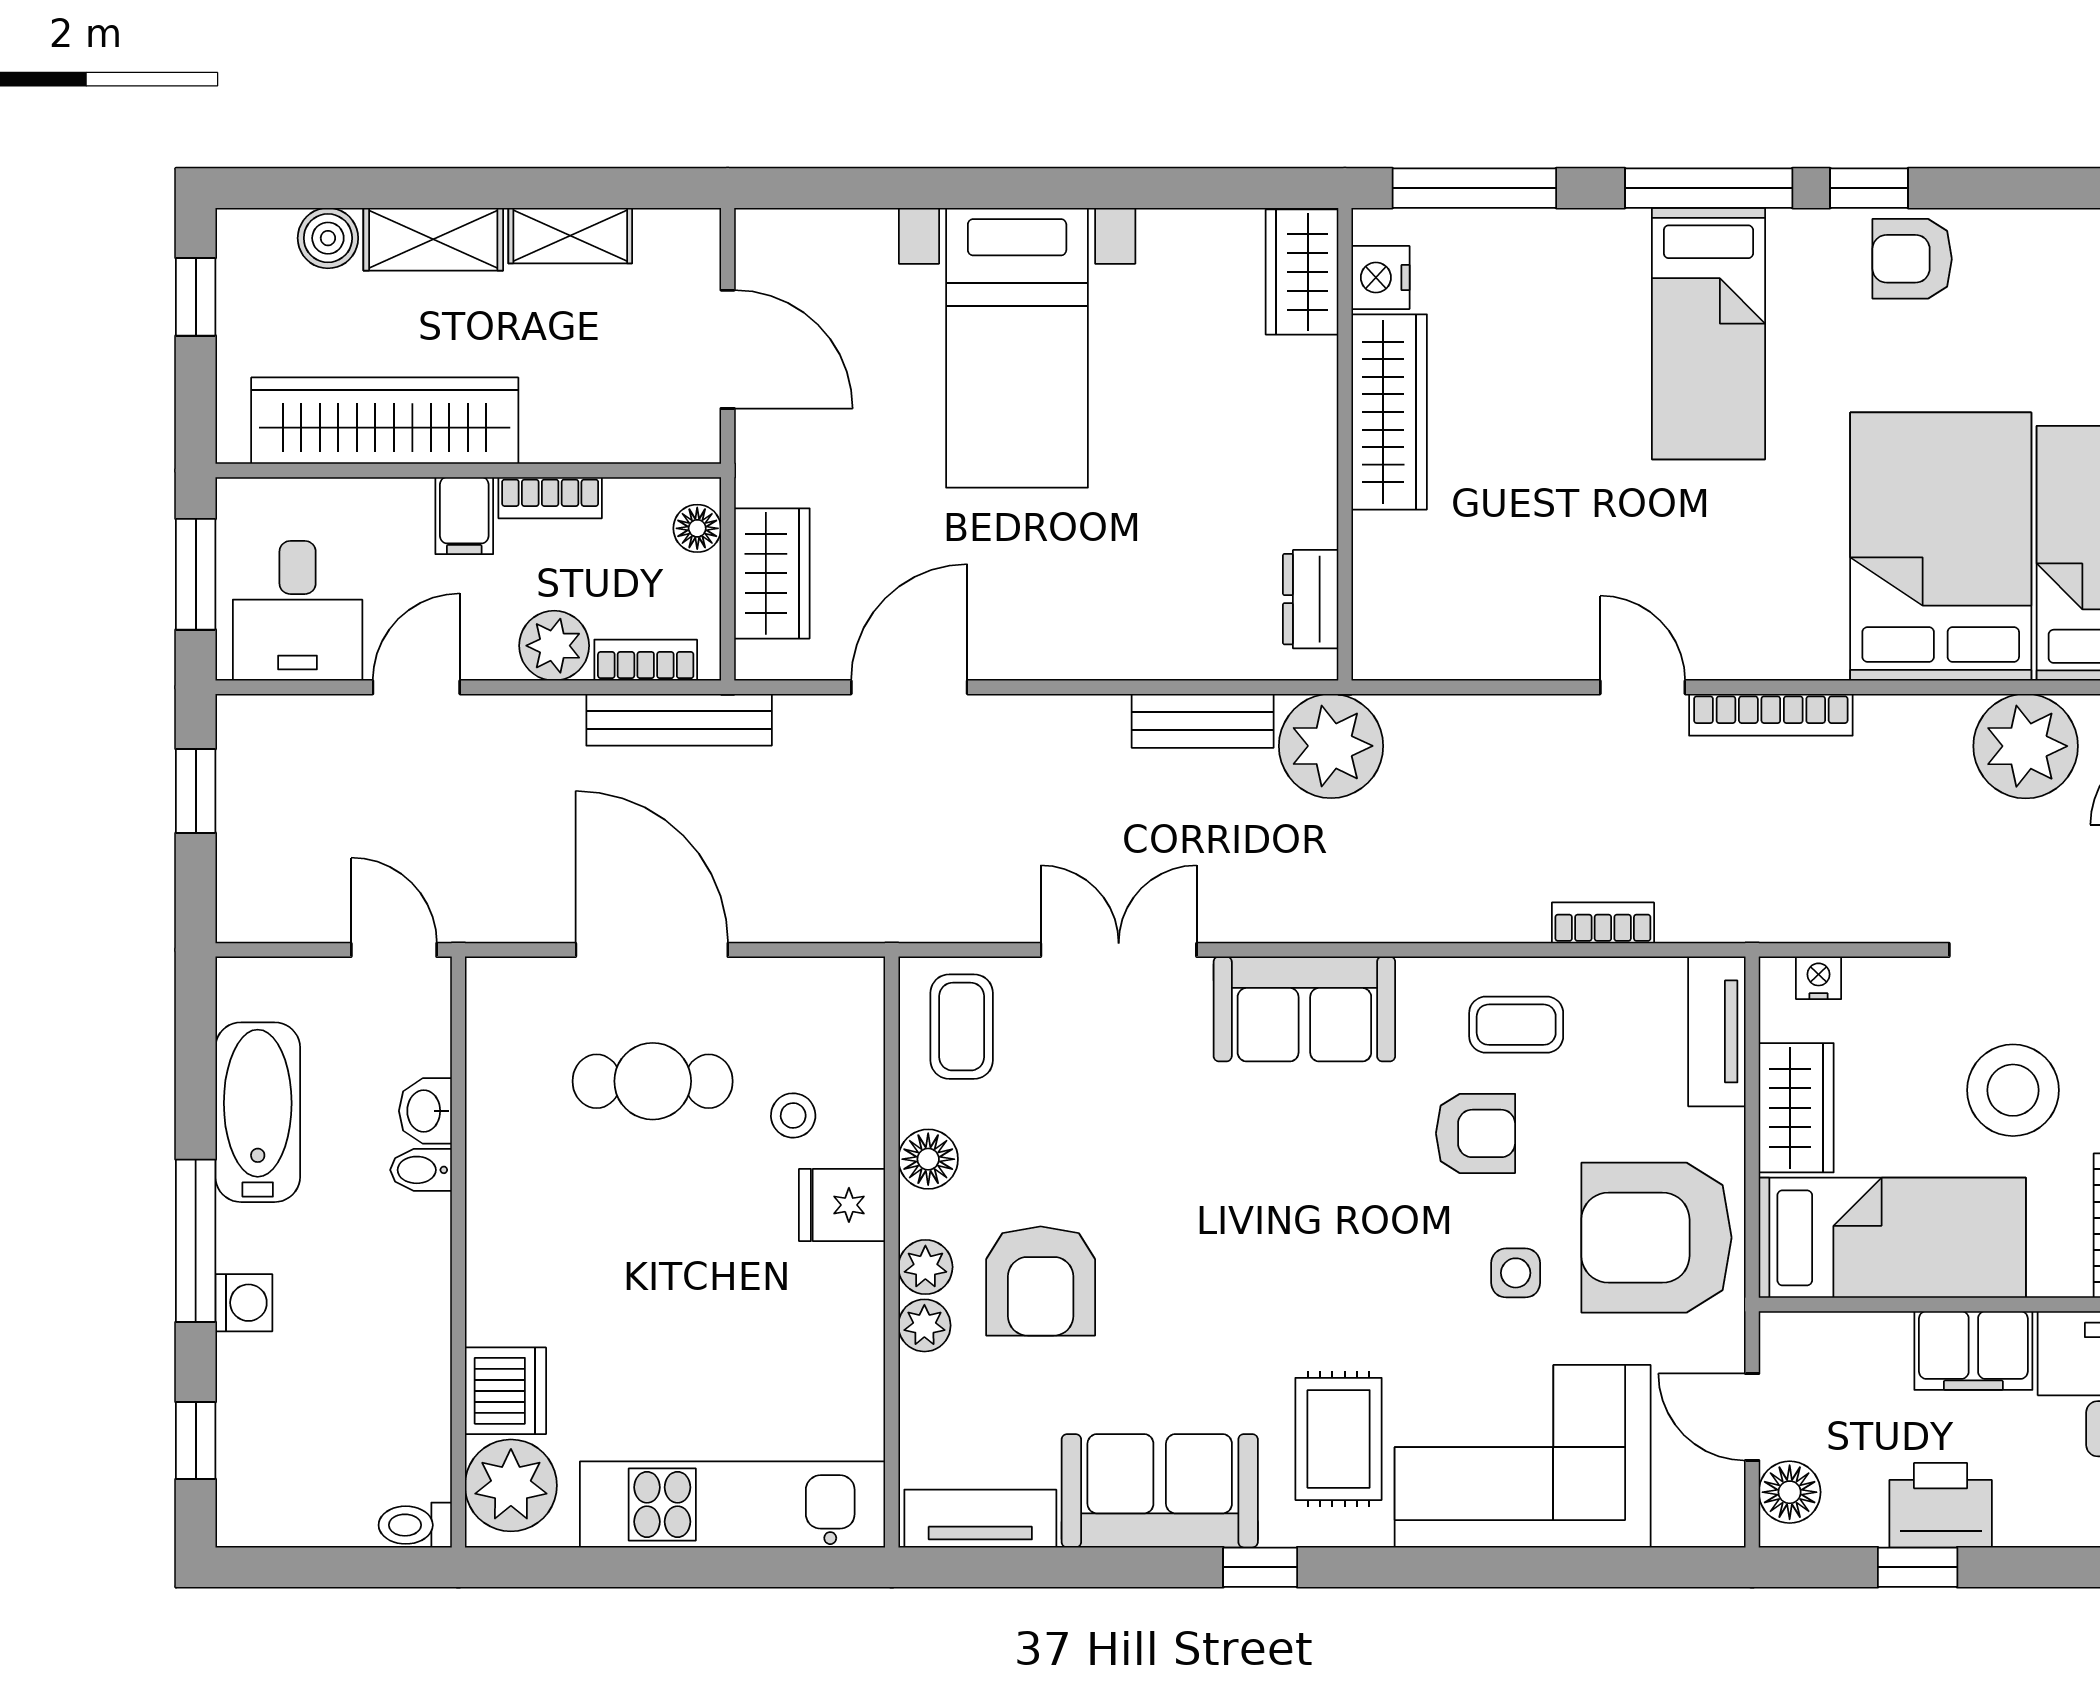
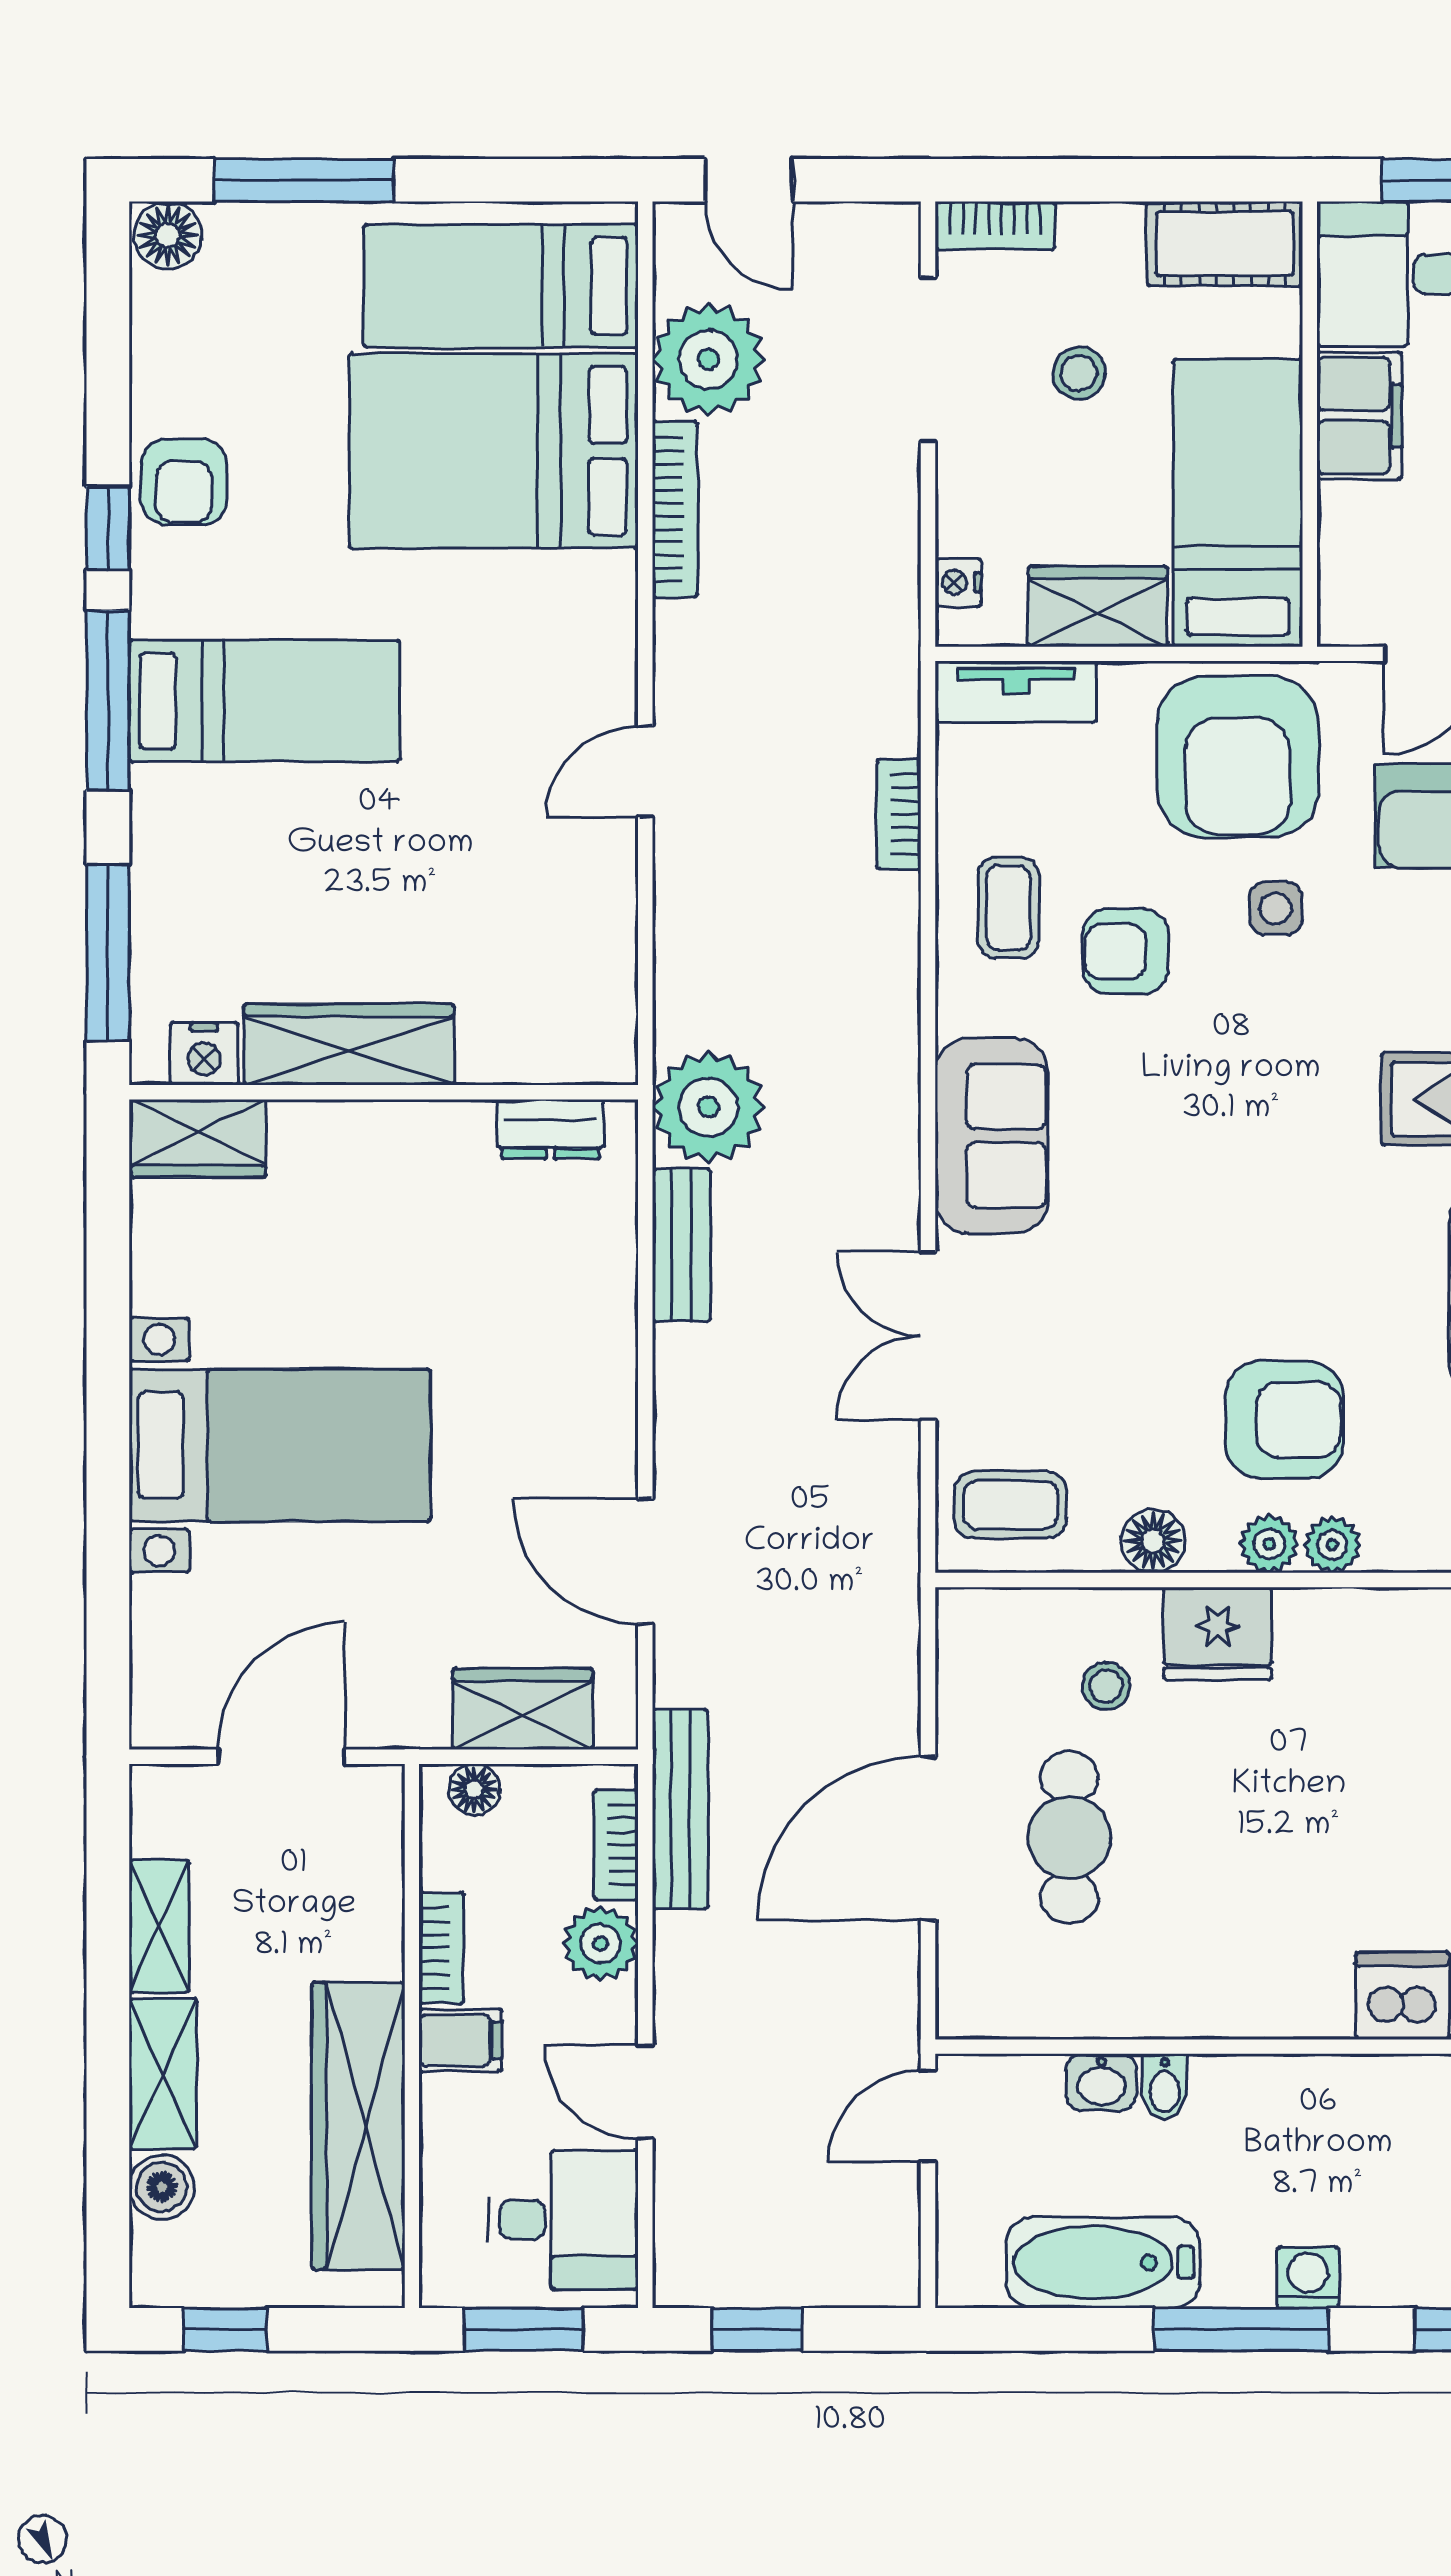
bookcase: (1771, 715) -> (675, 509), moved
stool: (2013, 1090) -> (1079, 373), width x0.53, depth x0.53
armchair: (1475, 1133) -> (1126, 952), turned -90
fridge: (842, 1205) -> (1218, 1634), width x1.38

